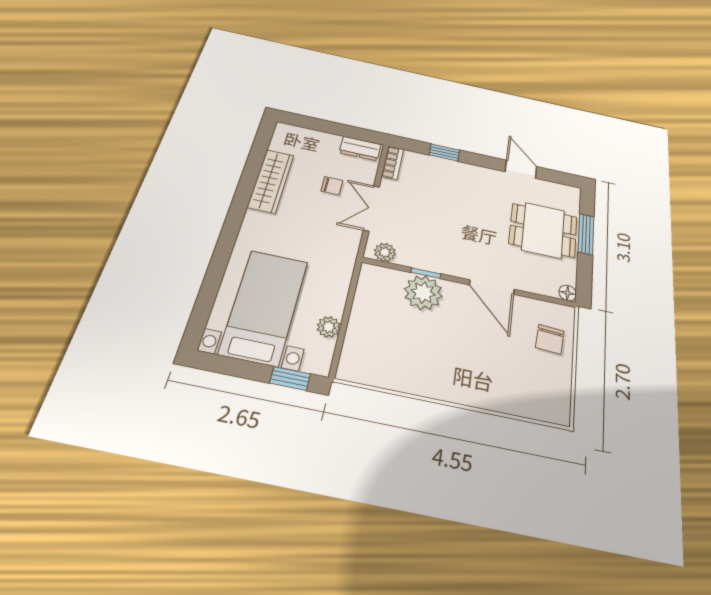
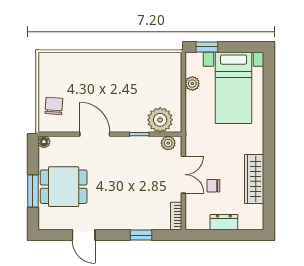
dresser: (360, 149) -> (224, 222), moved
plant: (423, 293) -> (160, 120), moved

